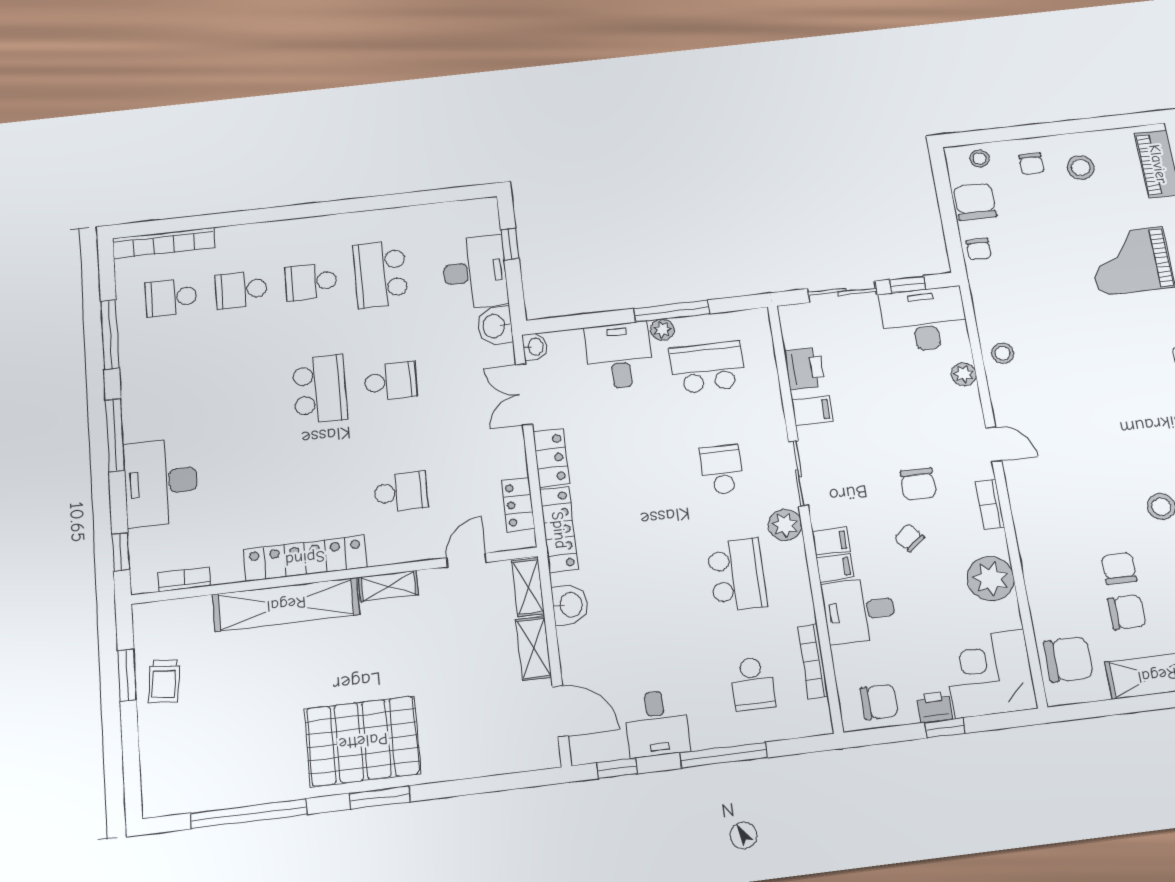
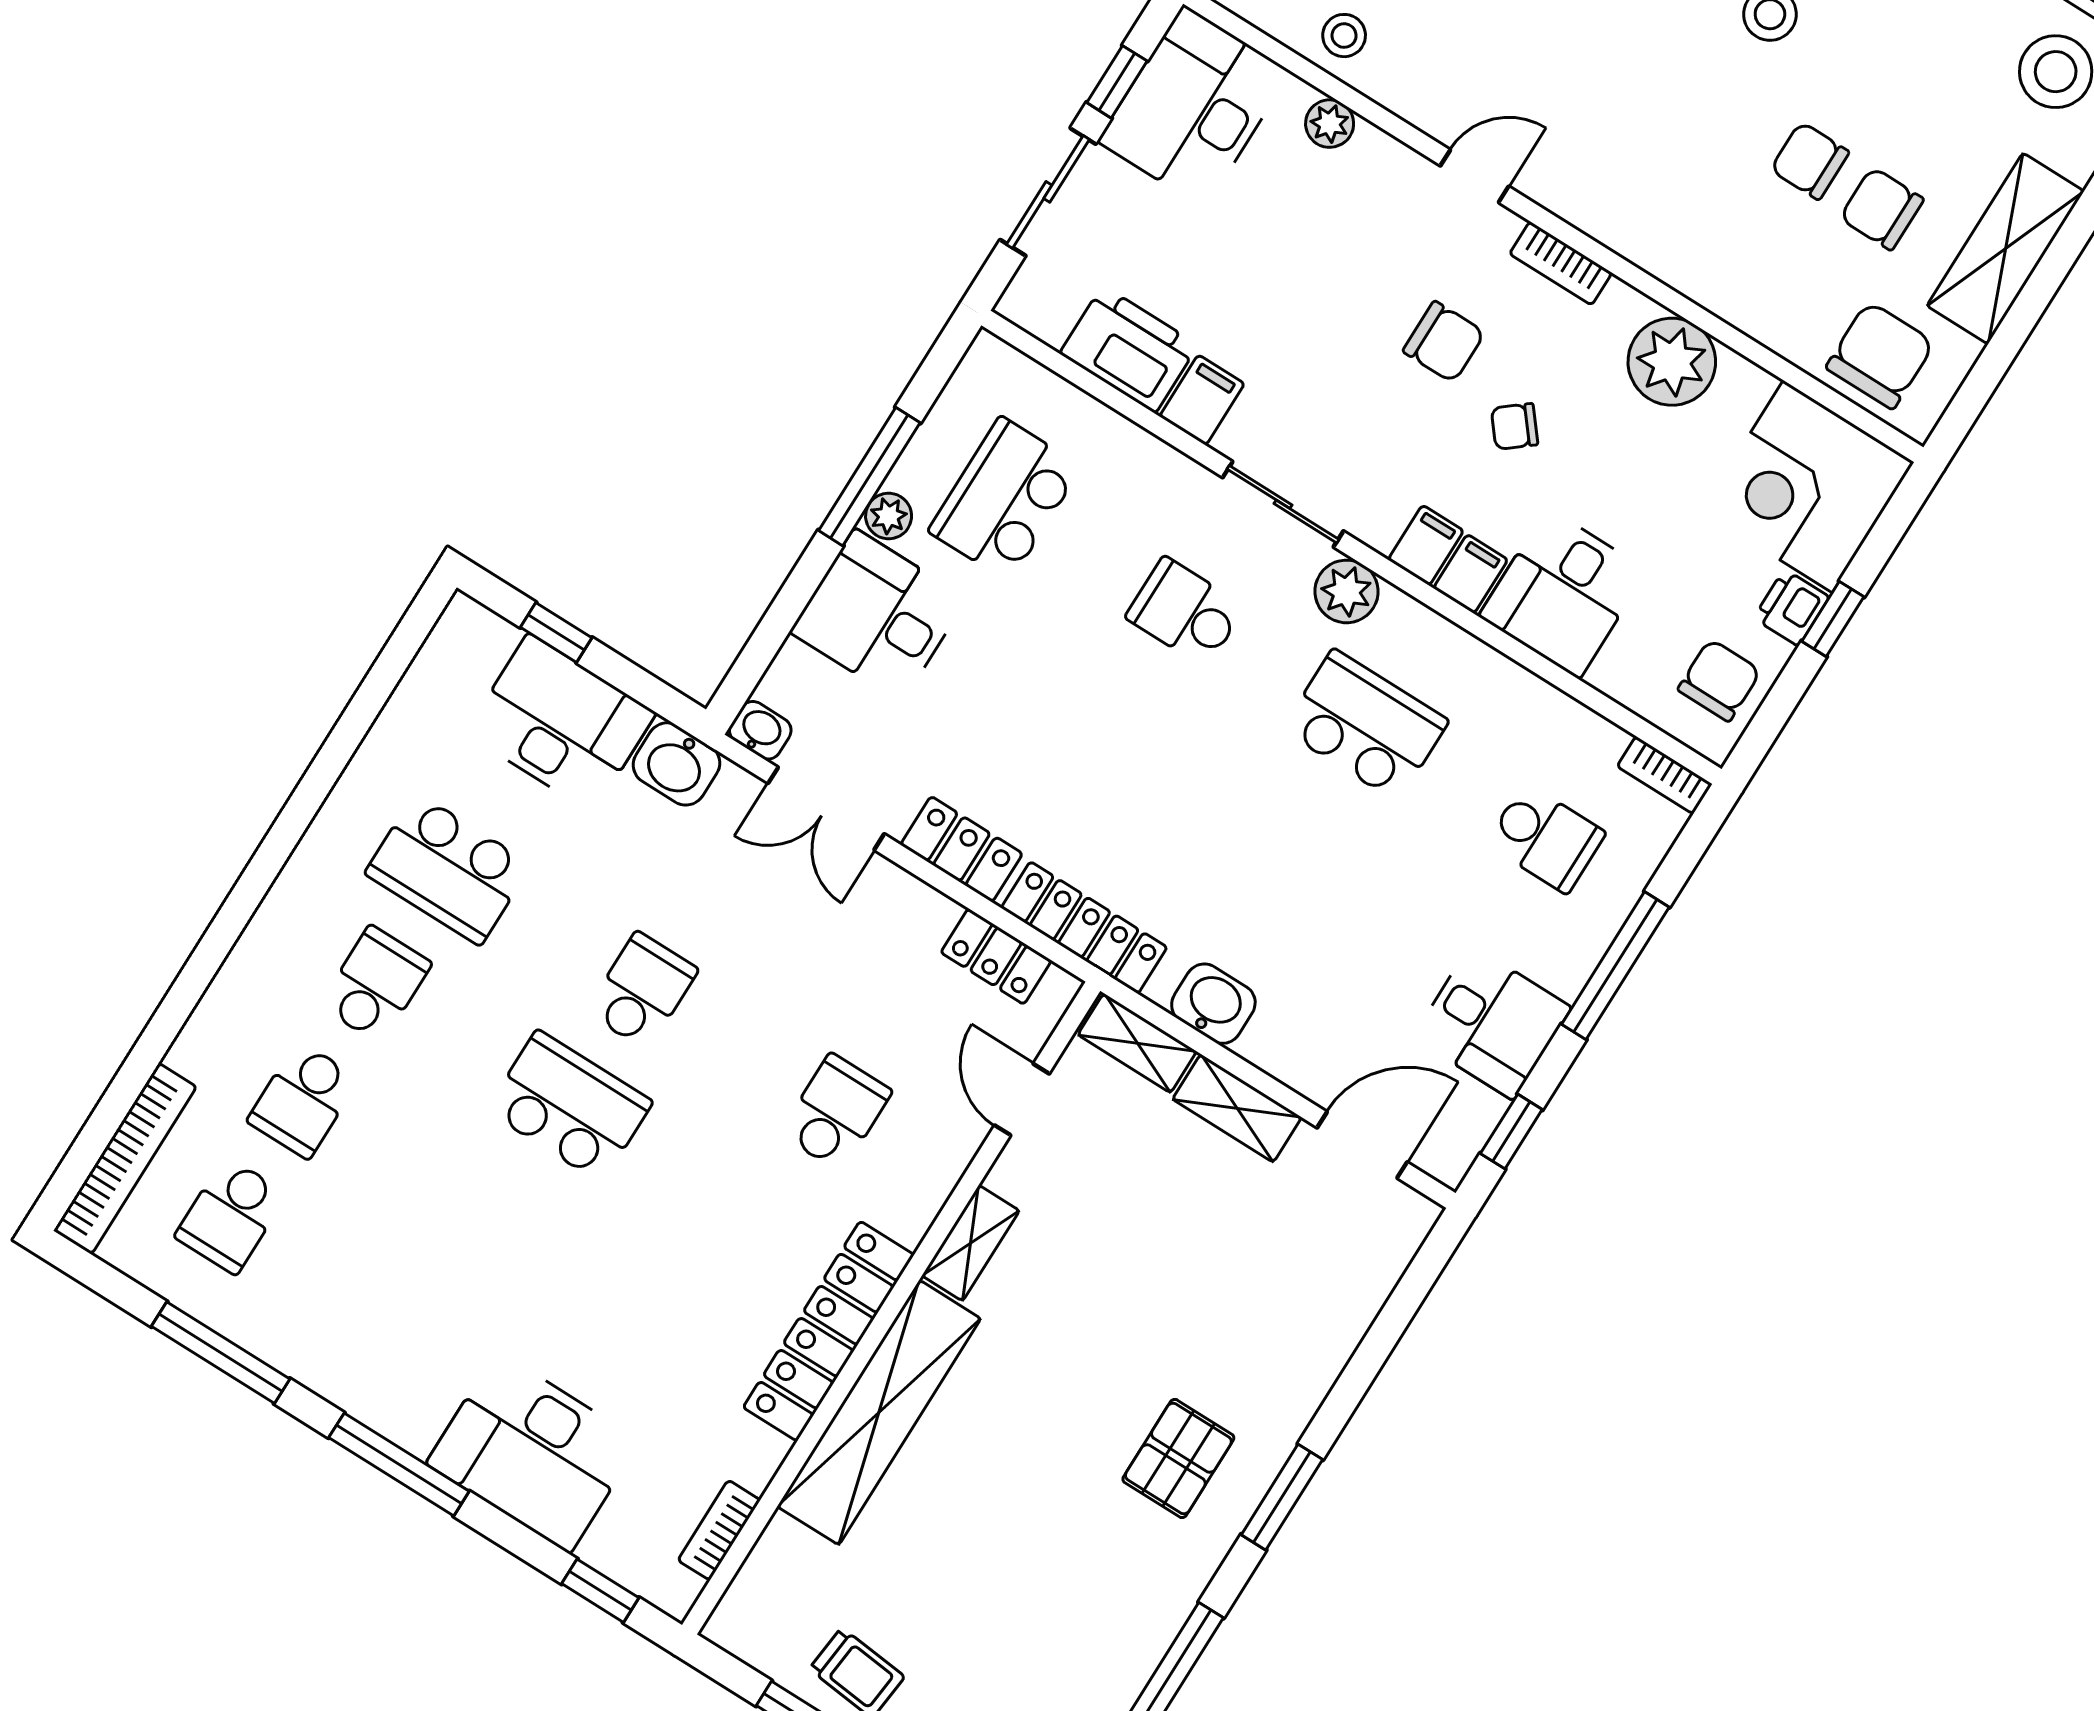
school desk: (311, 282) -> (376, 984), turned 180
printer: (804, 368) -> (1129, 349), width x1.37, depth x1.19
chair: (1127, 612) -> (1882, 209), turned -90
bookcase: (813, 661) -> (1665, 775), moved, width x0.64
pallet: (363, 741) -> (1178, 1459), width x0.49, depth x0.50

